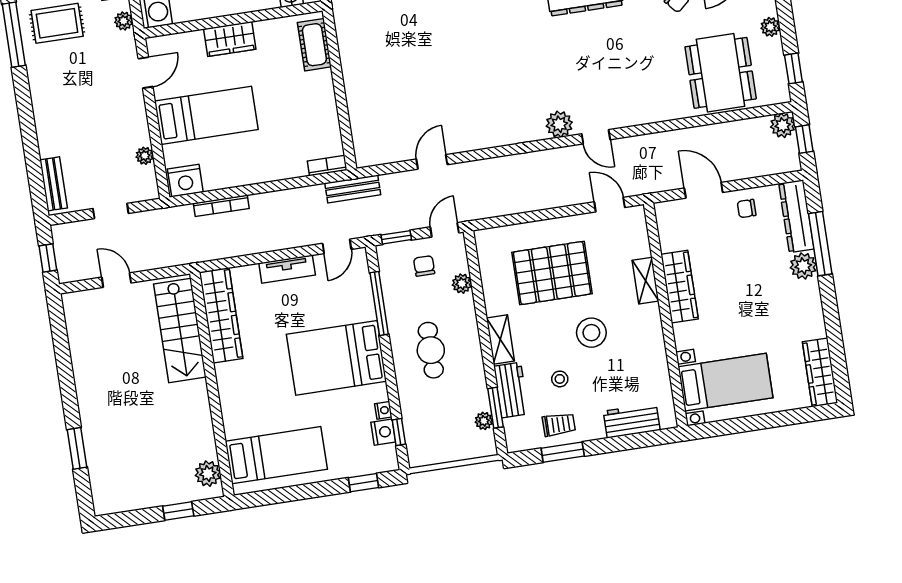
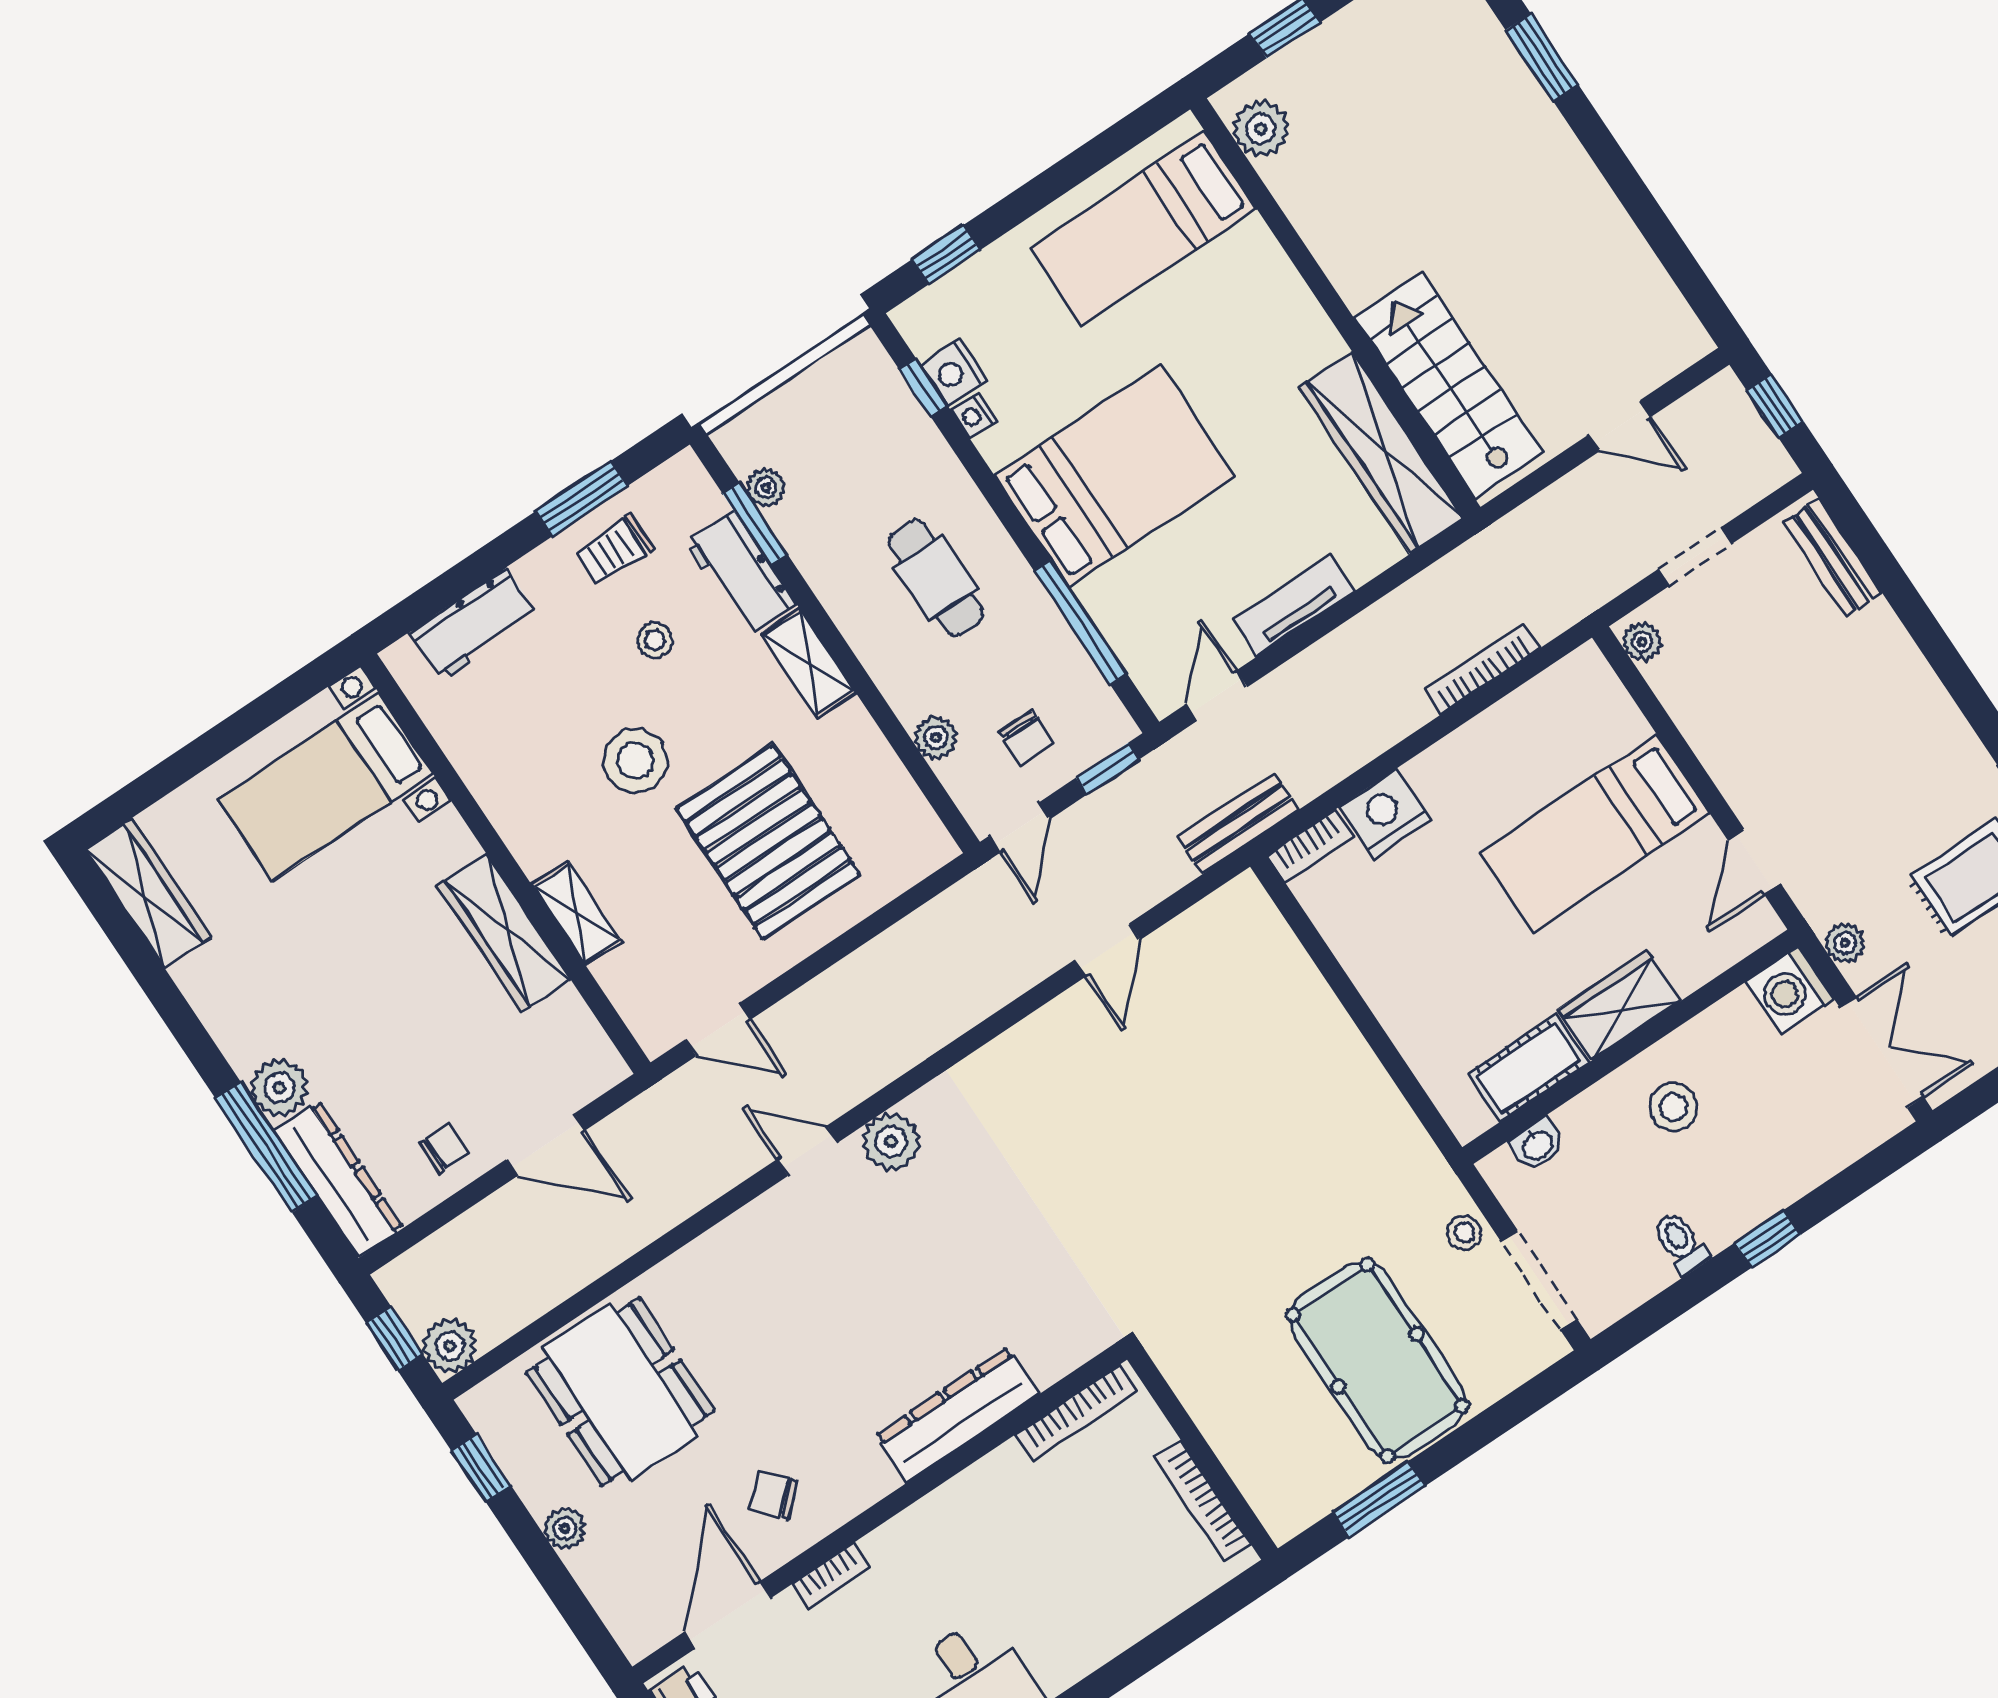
cot: (314, 45) -> (1528, 1068), moved, turned 90
plant: (145, 156) -> (1642, 642), moved
nightstand: (185, 181) -> (1385, 814), moved
pallet: (552, 273) -> (768, 842), turned 90

